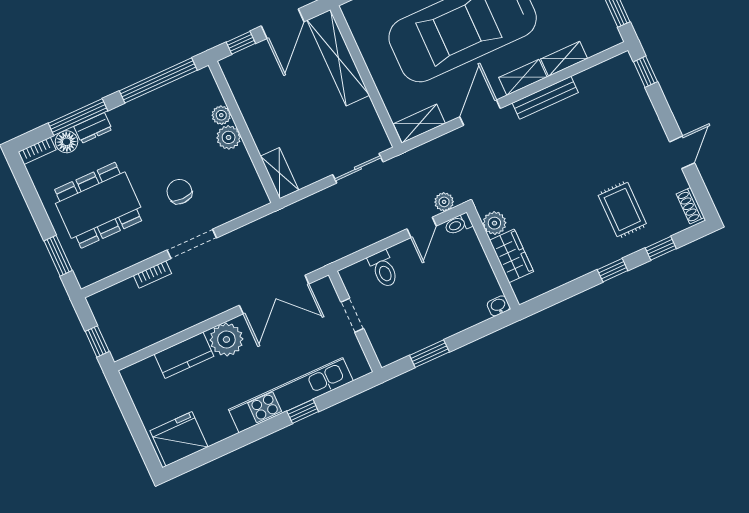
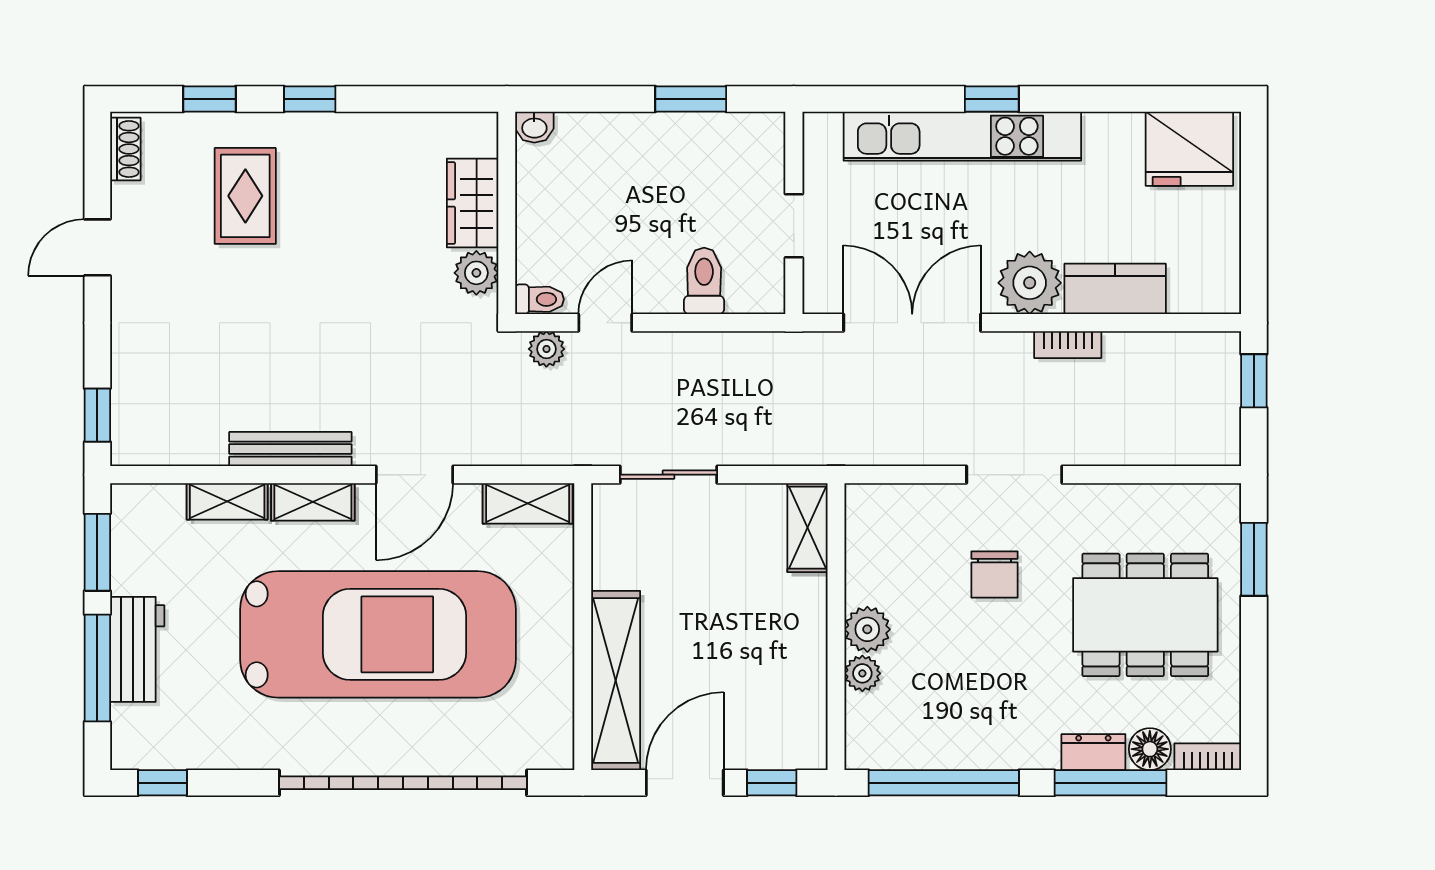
bookcase: (152, 275) -> (1068, 345), moved, turned 180
window: (303, 411) -> (992, 99), moved

